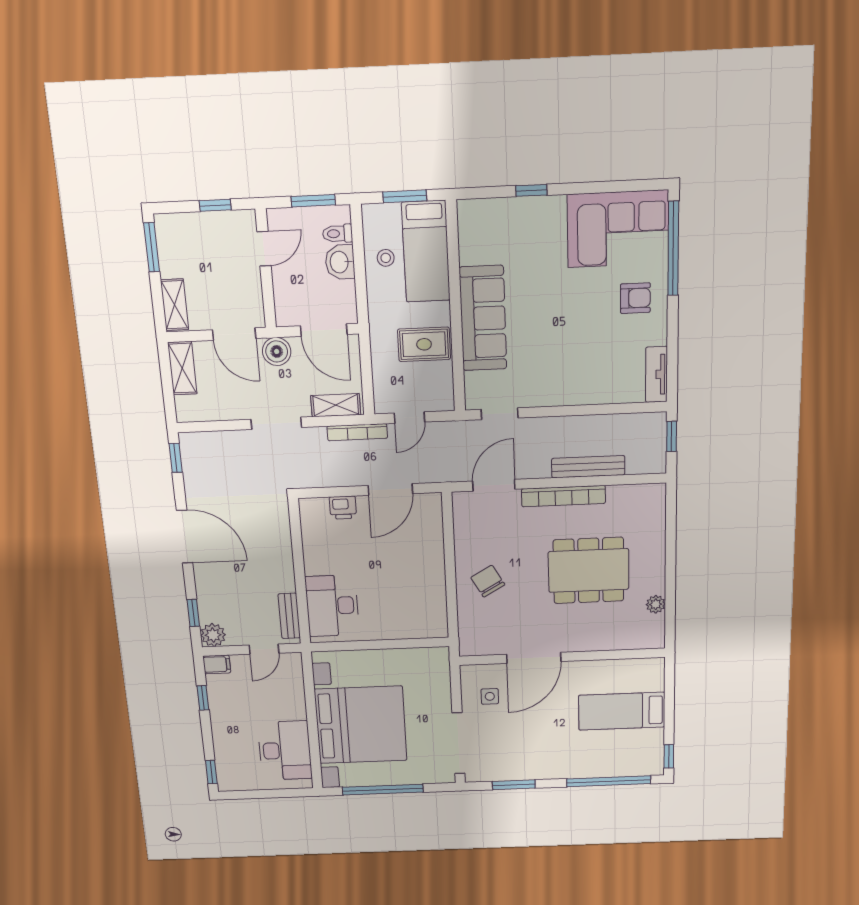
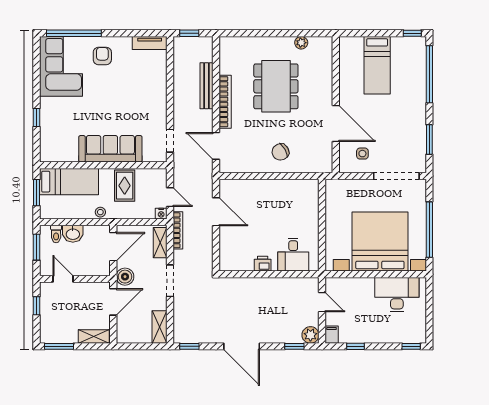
stool: (386, 258) -> (100, 212), moved
shelving: (182, 368) -> (160, 327), moved, turned 90
nightstand: (382, 405) -> (161, 214), added
printer: (343, 508) -> (263, 264), moved, turned -90
door: (185, 537) -> (242, 346), swing flipped
desk: (332, 606) -> (293, 255), width x0.73
bench: (289, 616) -> (299, 283), removed

